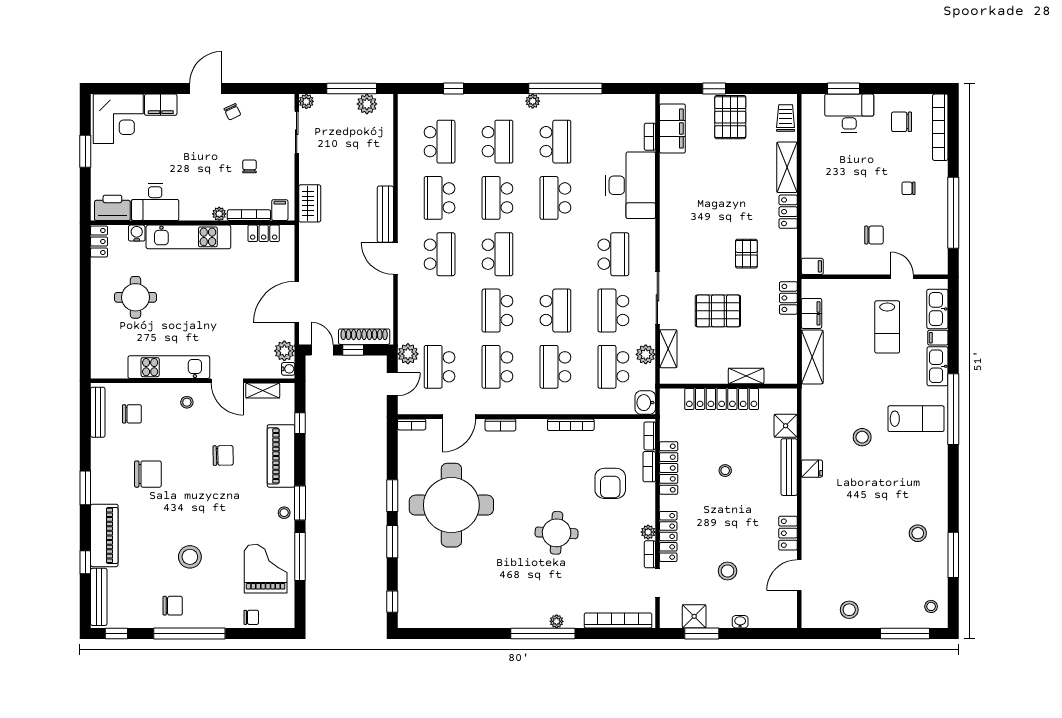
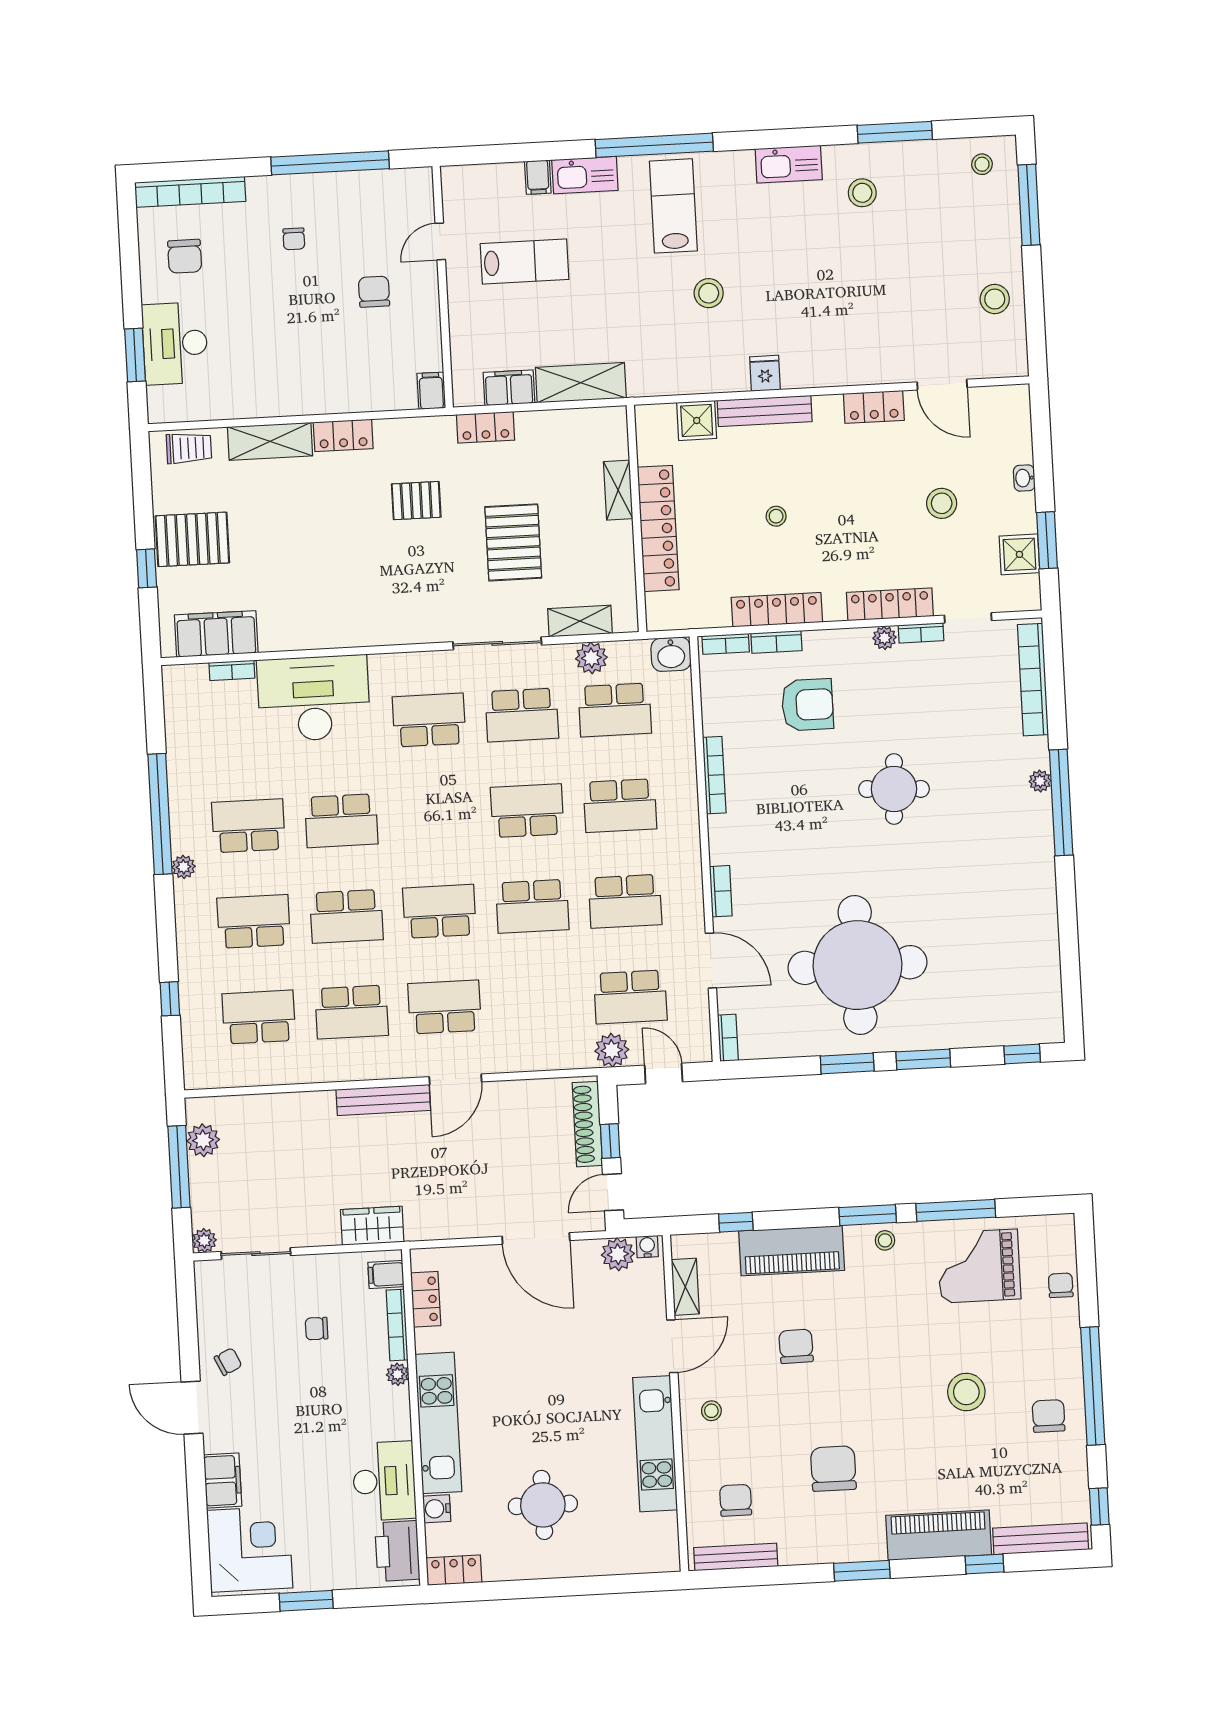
trolley: (786, 118) -> (189, 448), turned 180
kitchen sink: (937, 309) -> (789, 164), moved

